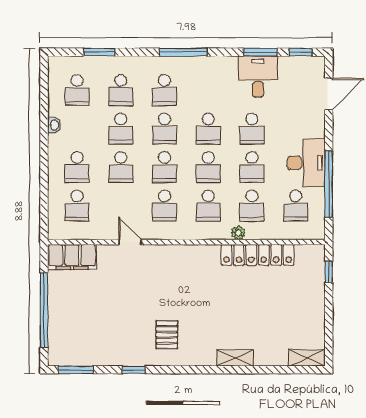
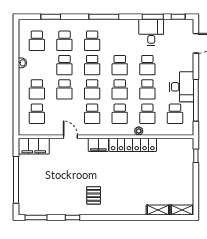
filing cabinet: (174, 255) -> (98, 145), added
locker: (258, 255) -> (133, 145), moved
shelving: (235, 358) -> (158, 210), moved

